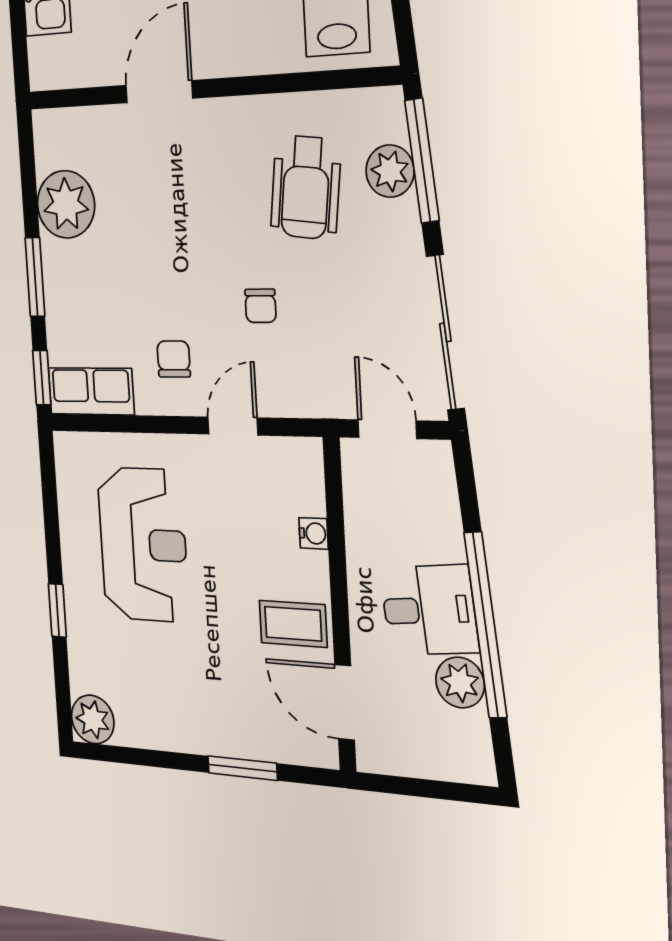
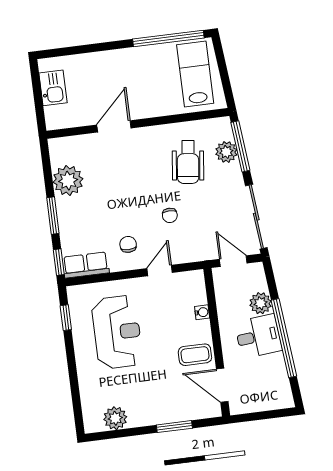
window: (57, 610) -> (66, 318), moved
plant: (460, 682) -> (261, 303), moved
plant: (93, 719) -> (115, 418), moved

